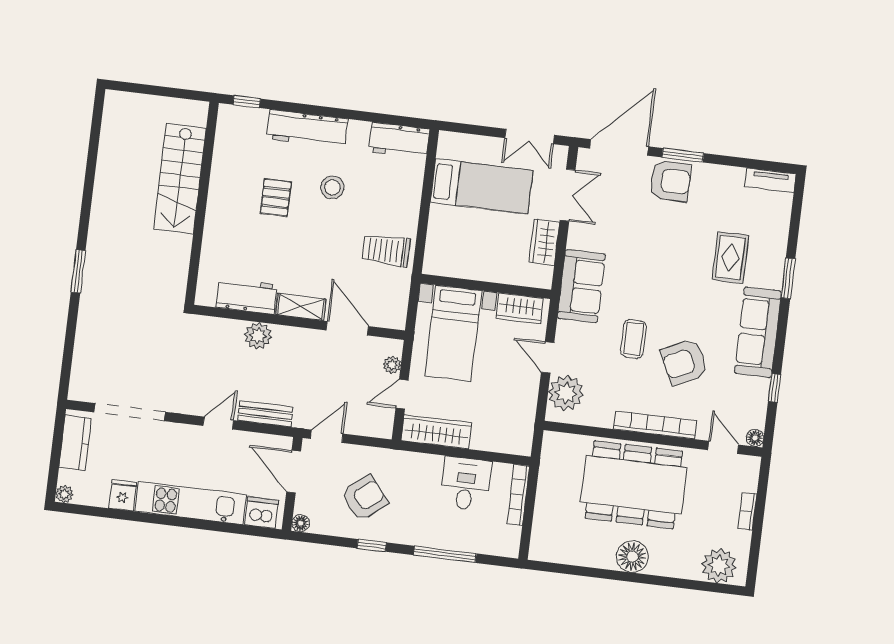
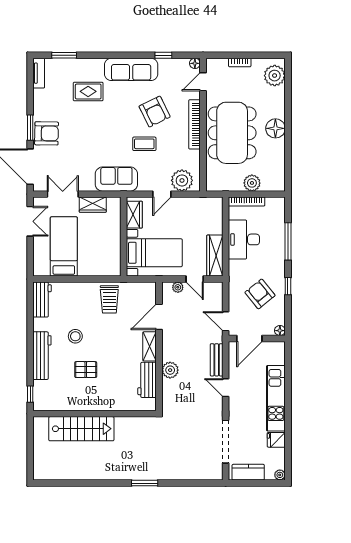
armchair: (670, 181) -> (47, 133), turned 91
window: (788, 278) -> (64, 55), moved
desk: (466, 484) -> (244, 239), width x1.37
plant: (548, 507) -> (252, 183), added
dishwasher: (262, 513) -> (276, 355), removed

